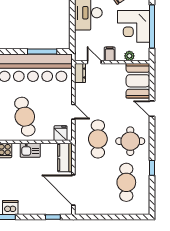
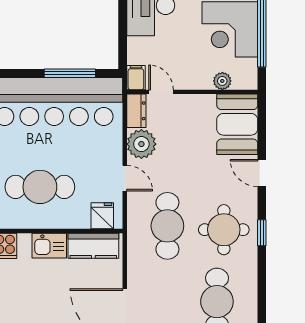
filing cabinet: (110, 54) -> (136, 78), moved
plant: (83, 92) -> (141, 144), added
cafe table: (25, 117) -> (40, 187), turned -76
kitchen counter: (65, 158) -> (93, 246), moved, turned -90
window: (152, 168) -> (262, 233), moved

